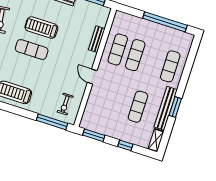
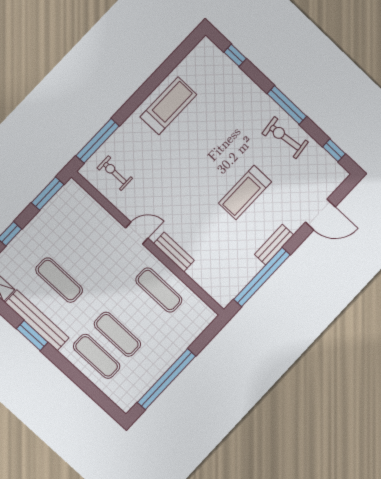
treadmill: (41, 28) -> (245, 192), turned 180
bench: (97, 39) -> (174, 252), moved
exercise mat: (32, 50) -> (220, 162), removed
exercise mat: (135, 55) -> (117, 334), moved

